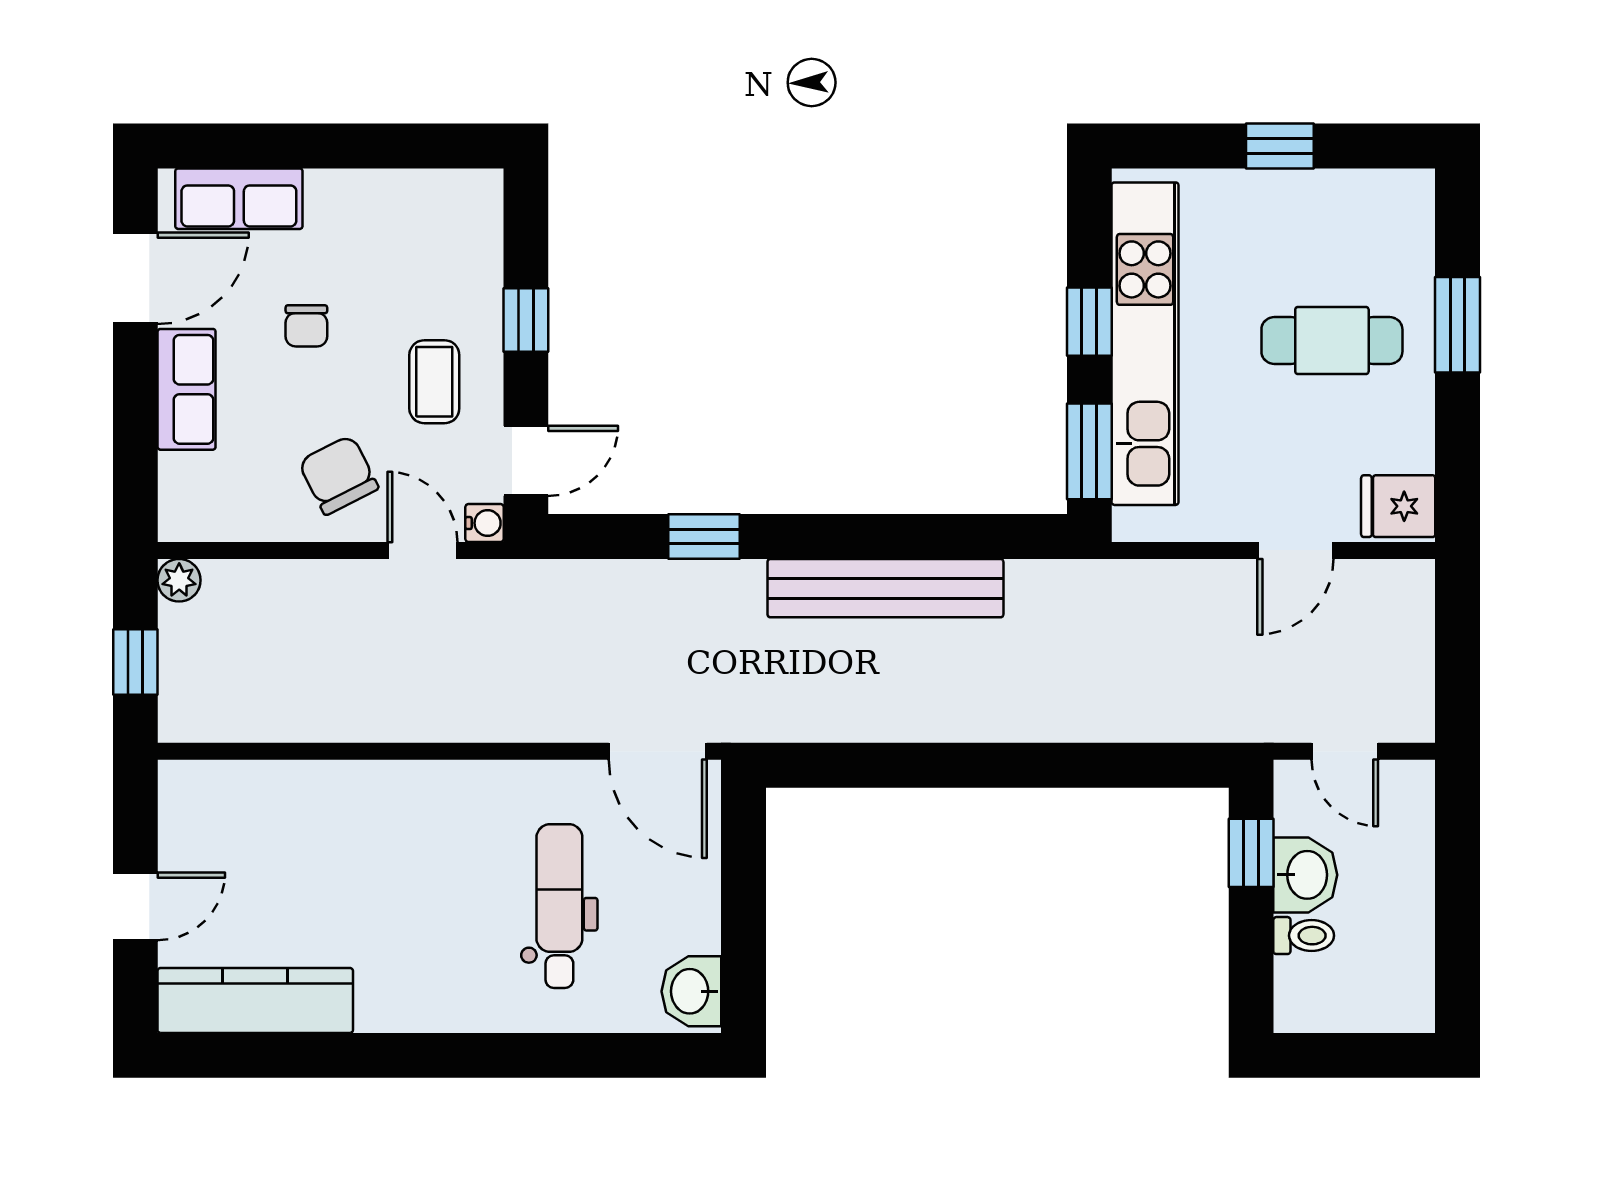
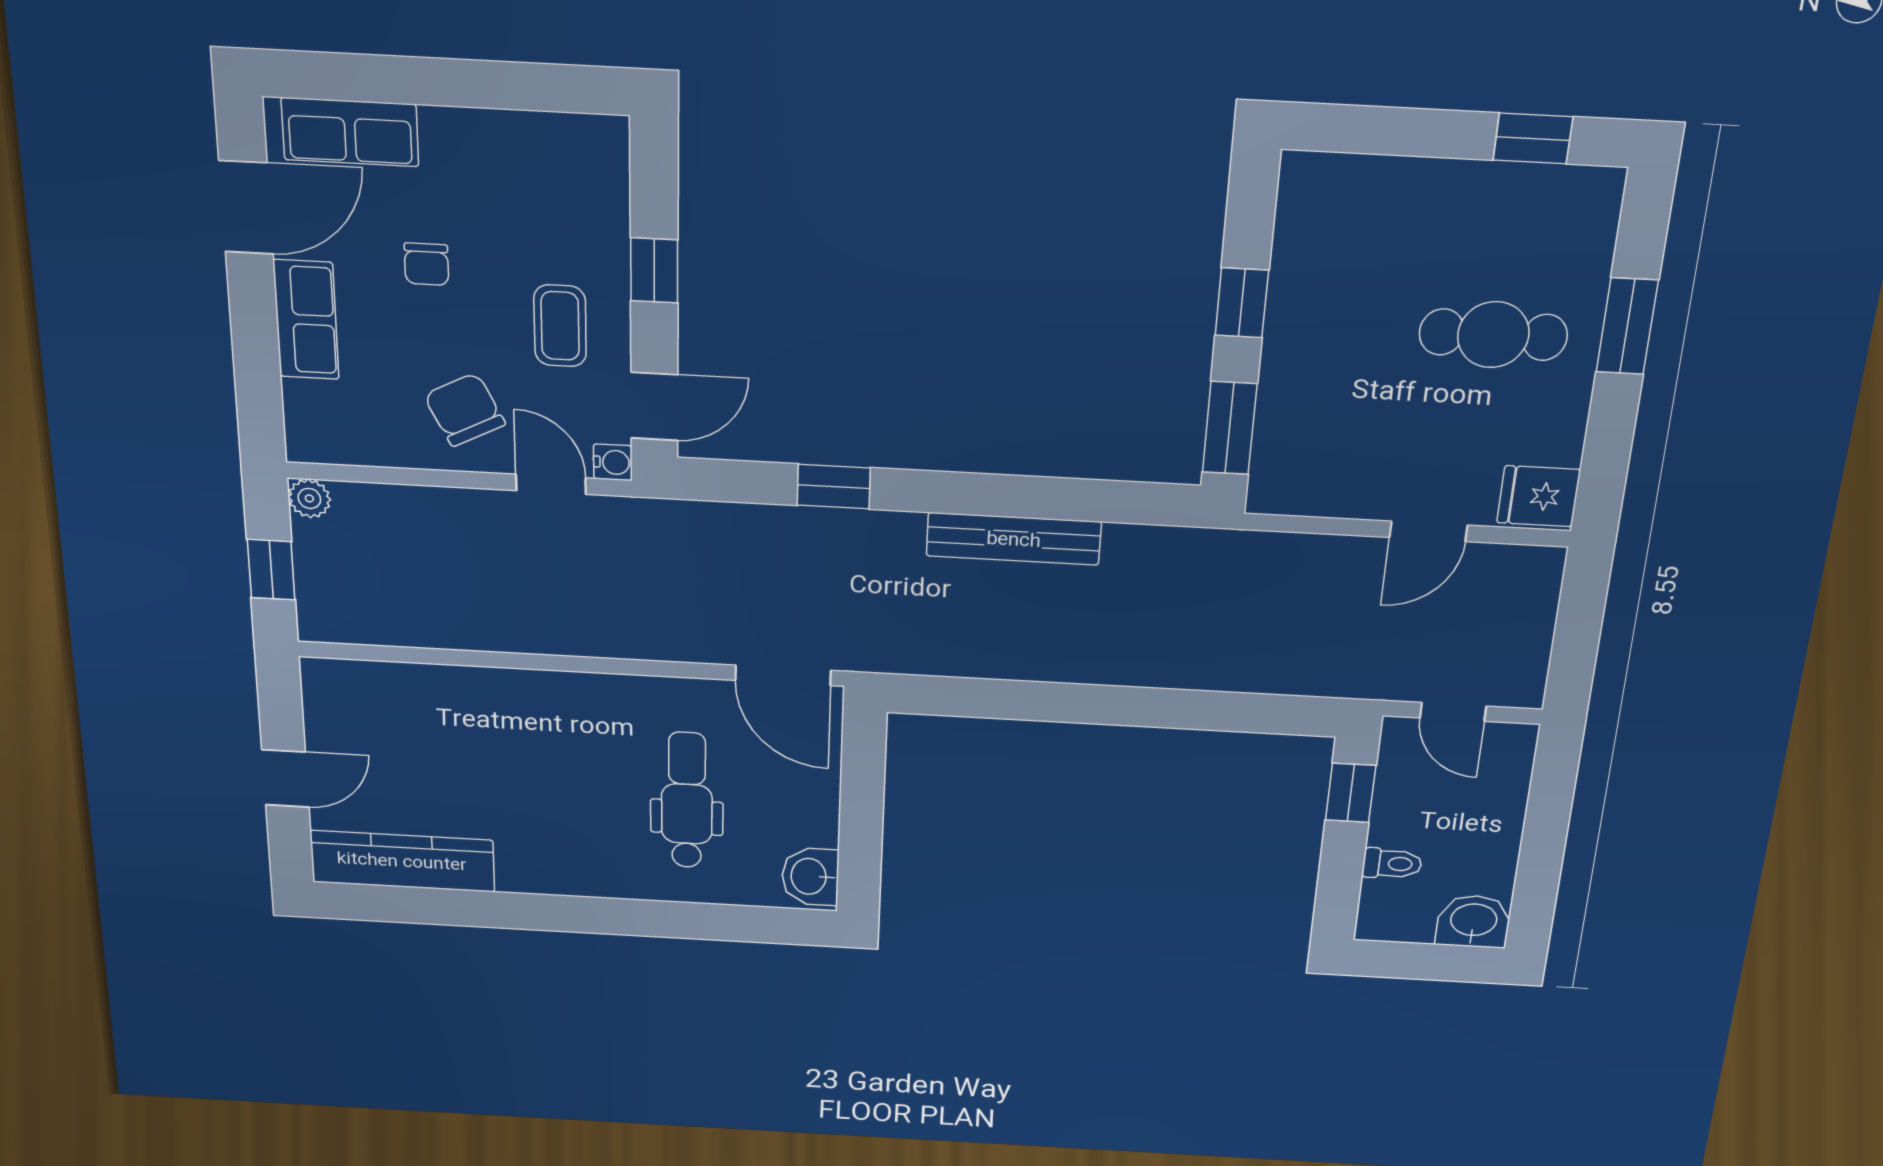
window: (1280, 146) -> (1533, 138), moved
kitchen unit: (1145, 344) -> (1298, 327), removed
bench: (885, 588) -> (1014, 539), width x0.73, depth x0.82
washbasin: (1305, 875) -> (1473, 921), moved, turned -90

